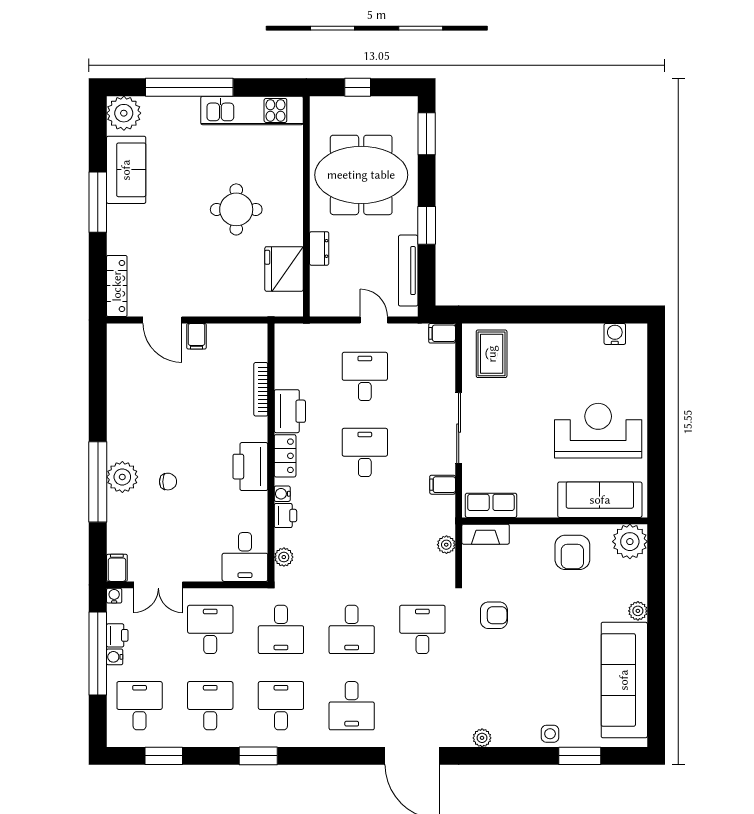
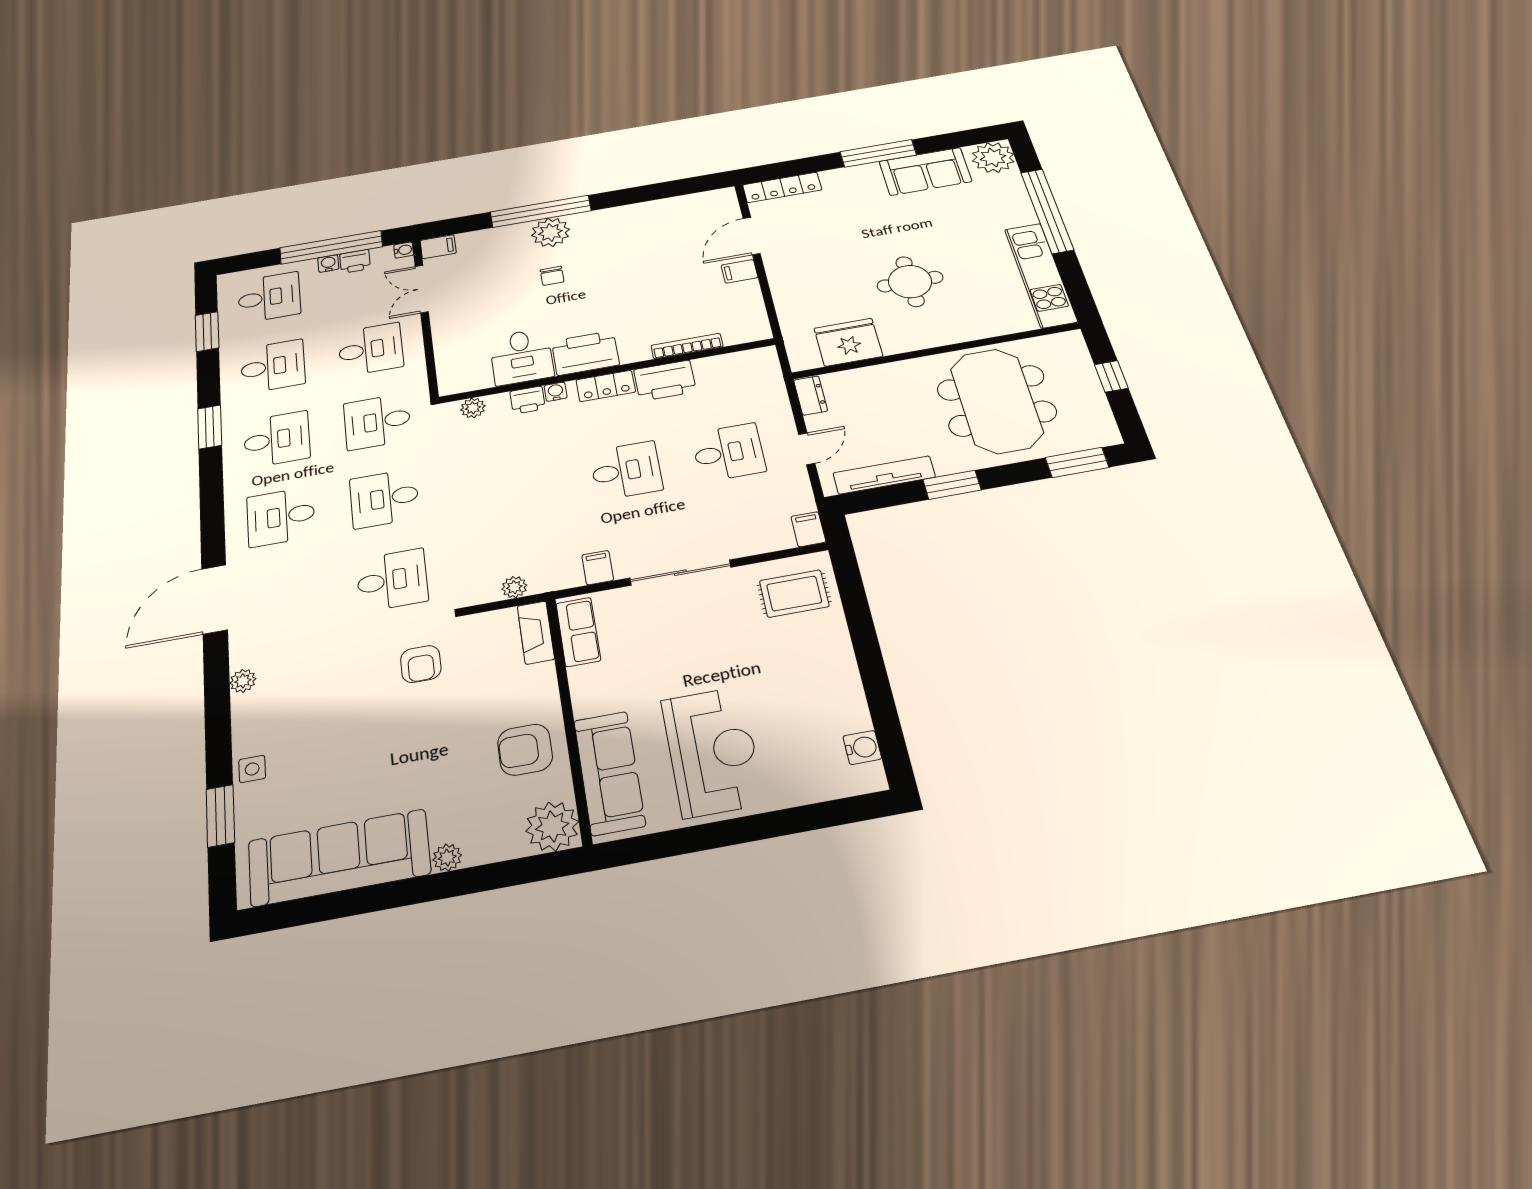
dresser: (319, 248) -> (811, 396), moved, turned -90
desk: (245, 557) -> (522, 357), moved, turned -90

